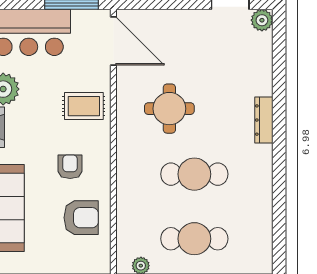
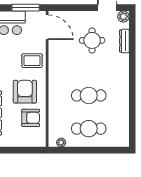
round table: (169, 109) -> (92, 40), moved
dresser: (264, 120) -> (124, 41), moved
armchair: (70, 167) -> (25, 92), width x1.88, depth x1.88

